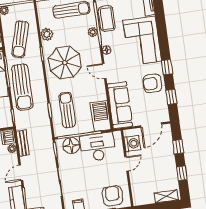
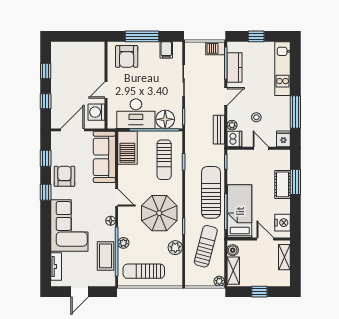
armchair: (152, 83) -> (64, 176), turned -90
shelving: (166, 196) -> (67, 48), removed

